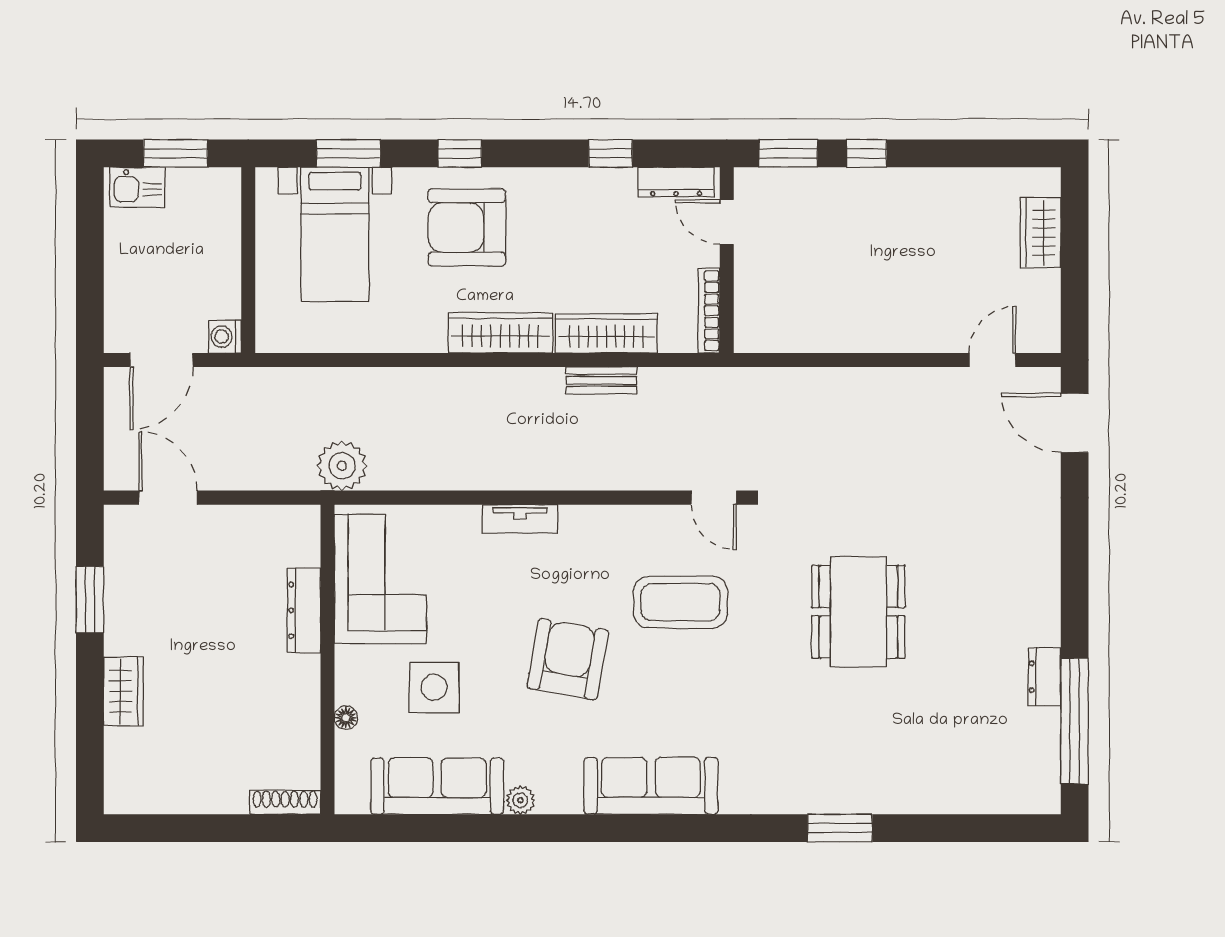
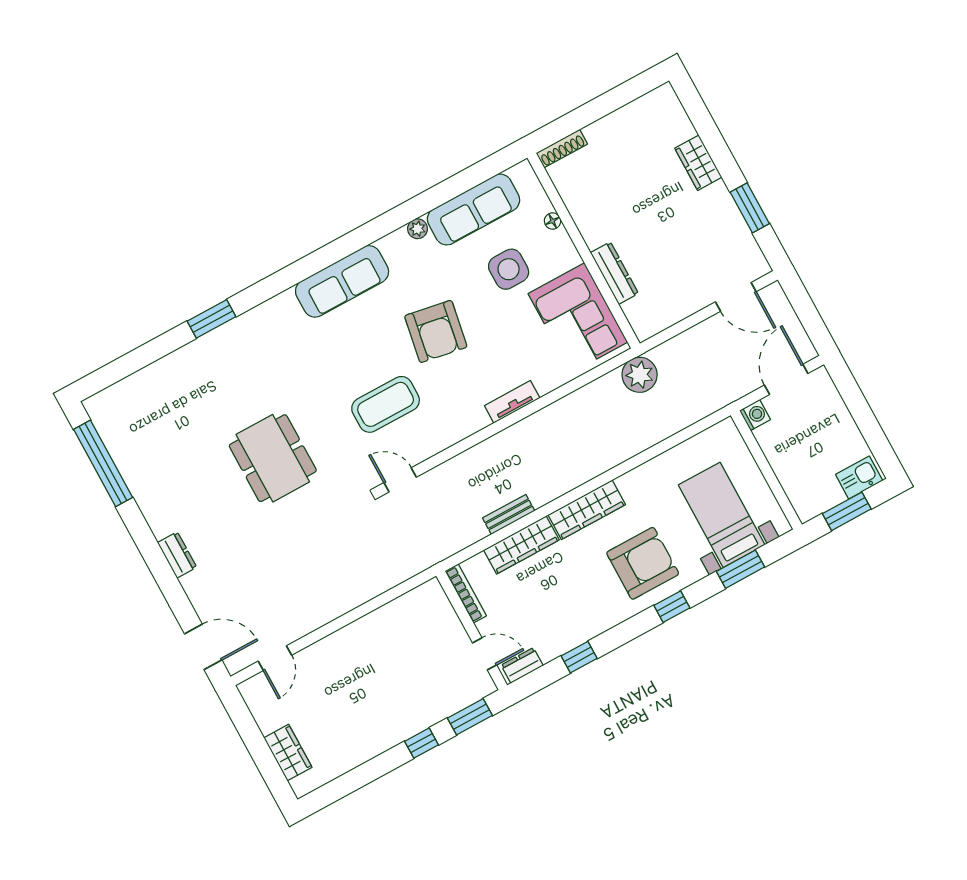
dresser: (676, 182) -> (522, 665), width x0.70
dresser: (1044, 677) -> (177, 555), moved

